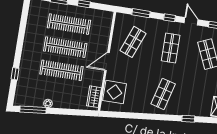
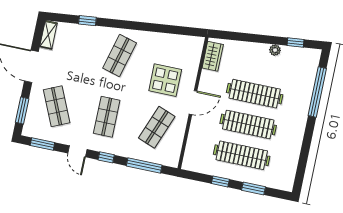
window: (141, 13) -> (144, 165), width x1.44
window: (15, 74) -> (317, 92), width x3.17
display table: (115, 92) -> (165, 80), moved
window: (33, 110) -> (295, 42), width x0.46

